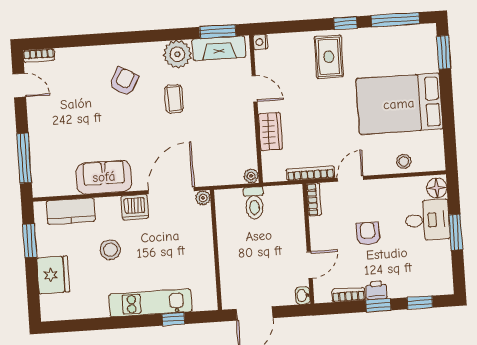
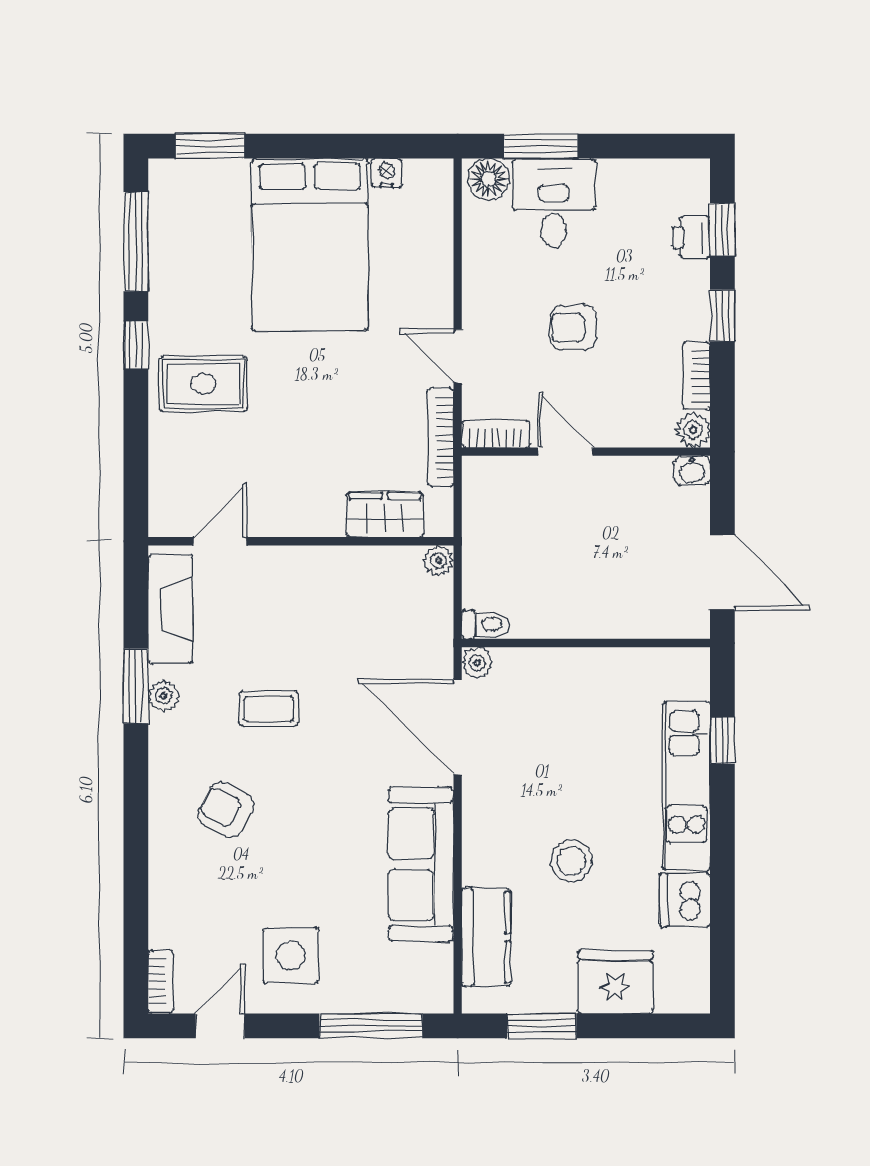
window: (218, 31) -> (136, 686), moved
nightstand: (260, 42) -> (387, 173), moved, turned 180
plant: (177, 54) -> (164, 696), width x0.53, depth x0.53
door: (255, 89) -> (220, 541), moved
side table: (56, 117) -> (291, 956), added
wardrobe: (270, 132) -> (385, 515), moved
stool: (404, 161) -> (429, 244), removed
sofa: (104, 177) -> (421, 864), width x1.36
toilet: (254, 203) -> (486, 624), moved, width x0.73, depth x0.72
dishwasher: (135, 207) -> (685, 900), moved, turned 180
window: (456, 232) -> (541, 146), moved
door: (310, 265) -> (565, 452), moved
printer: (376, 290) -> (691, 238), moved
plant: (322, 295) -> (693, 430), added

